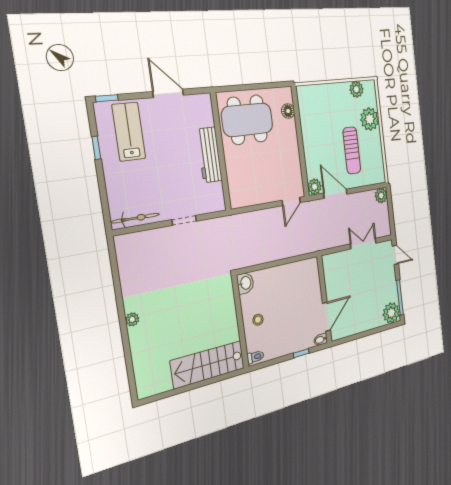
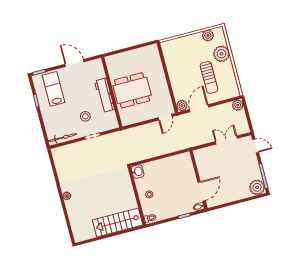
floor lamp: (288, 111) -> (156, 59), removed
dining table: (247, 120) -> (132, 90), moved
stool: (176, 186) -> (85, 116), added
door: (335, 194) -> (199, 108), hinge flipped

